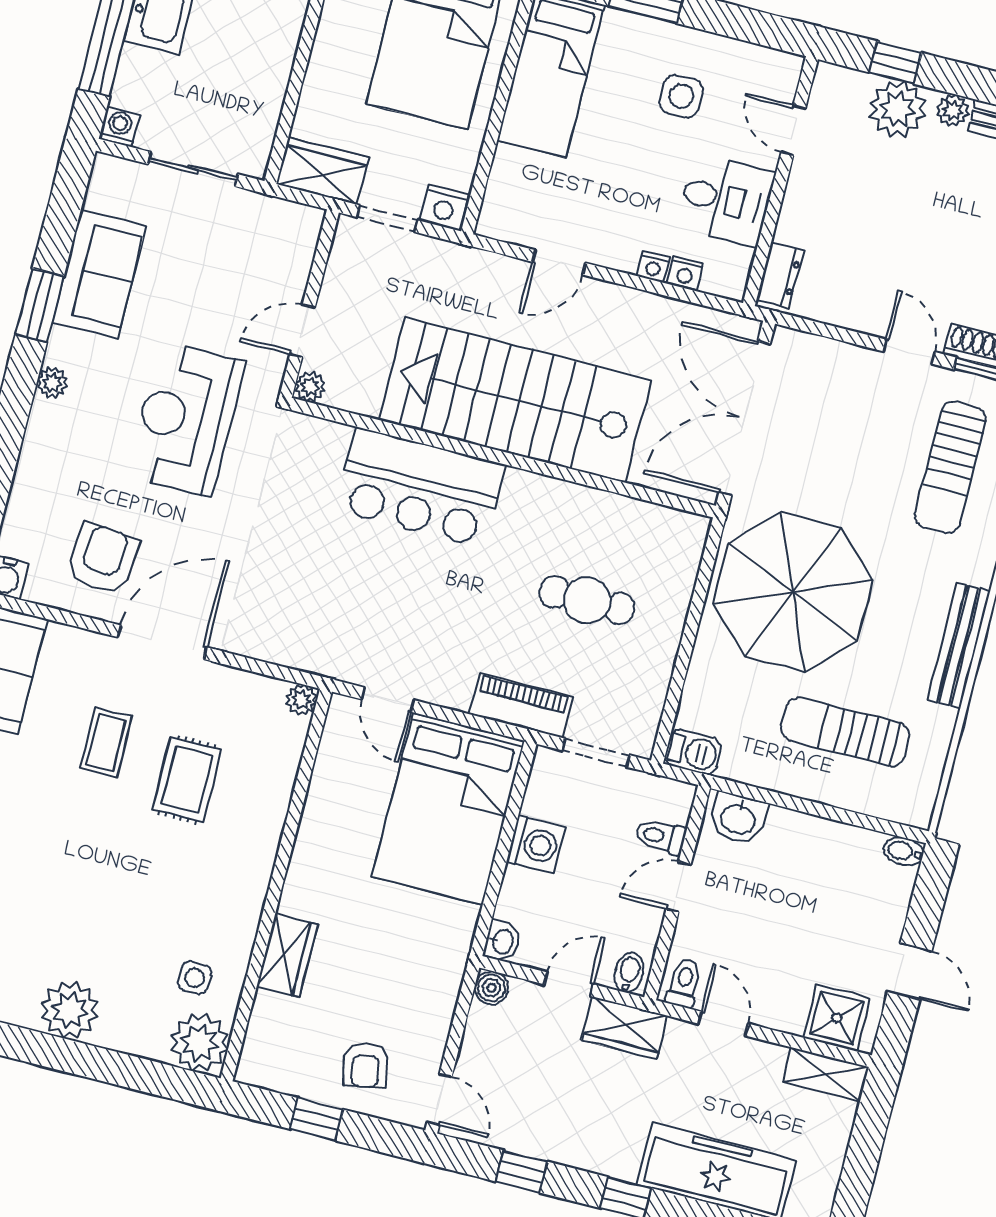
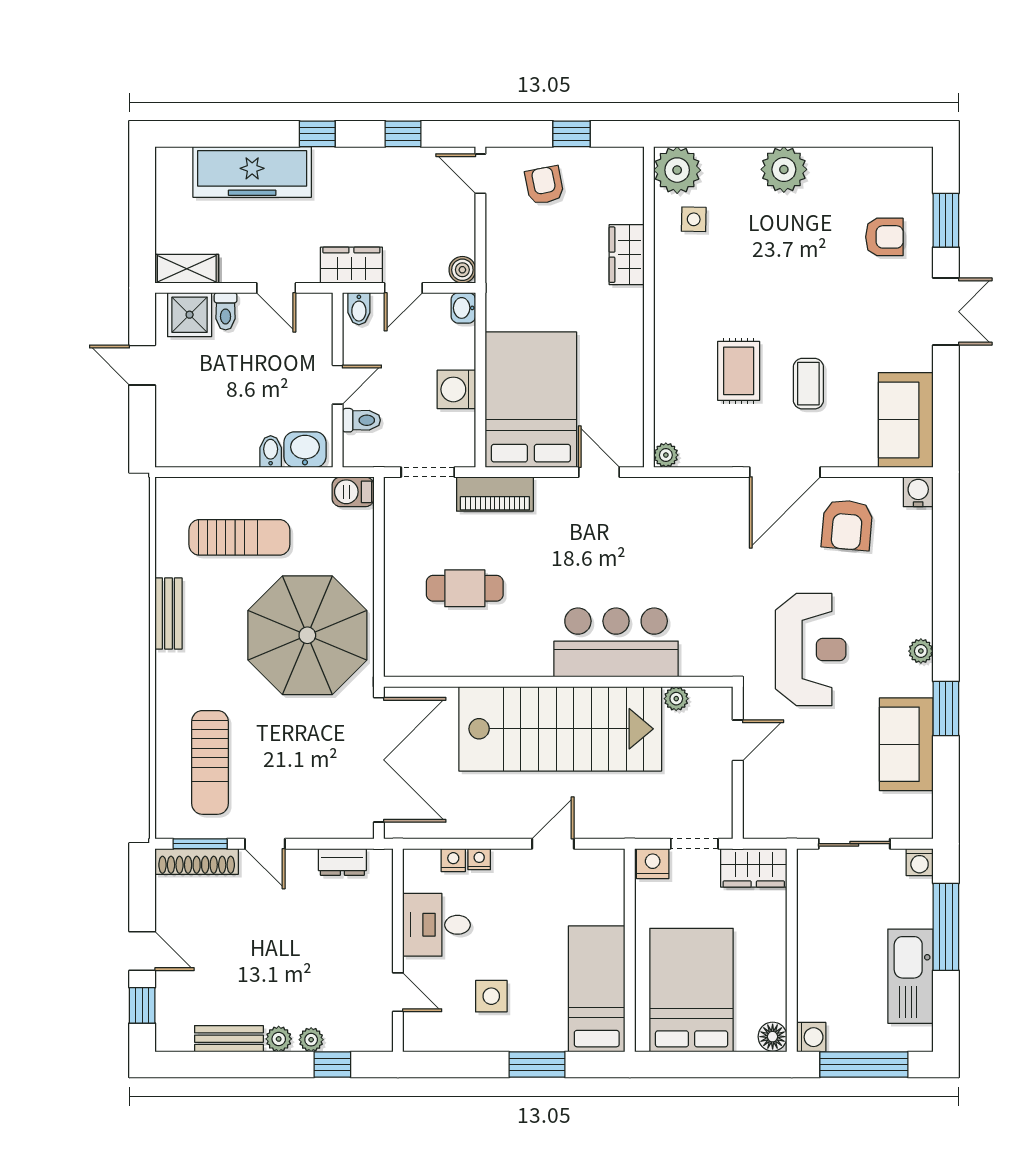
plant: (897, 109) -> (311, 1040), width x0.53, depth x0.53
dresser: (780, 275) -> (342, 862), moved, turned -90
plant: (310, 387) -> (676, 699), moved
sun lounger: (951, 467) -> (210, 762), turned 180
bench: (959, 646) -> (168, 614), width x0.73
bidet: (903, 851) -> (271, 451), moved, turned -90
toilet: (684, 983) -> (226, 311), moved

